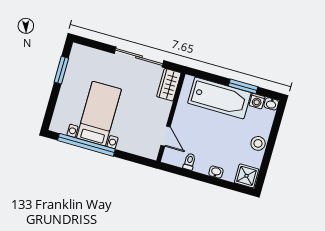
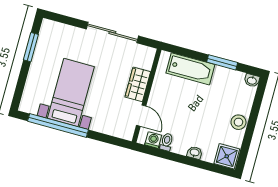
wardrobe: (169, 85) -> (138, 84), moved
bathtub: (219, 98) -> (190, 69), width x0.73, depth x0.73
washing machine: (257, 101) -> (153, 140), moved, turned 180

